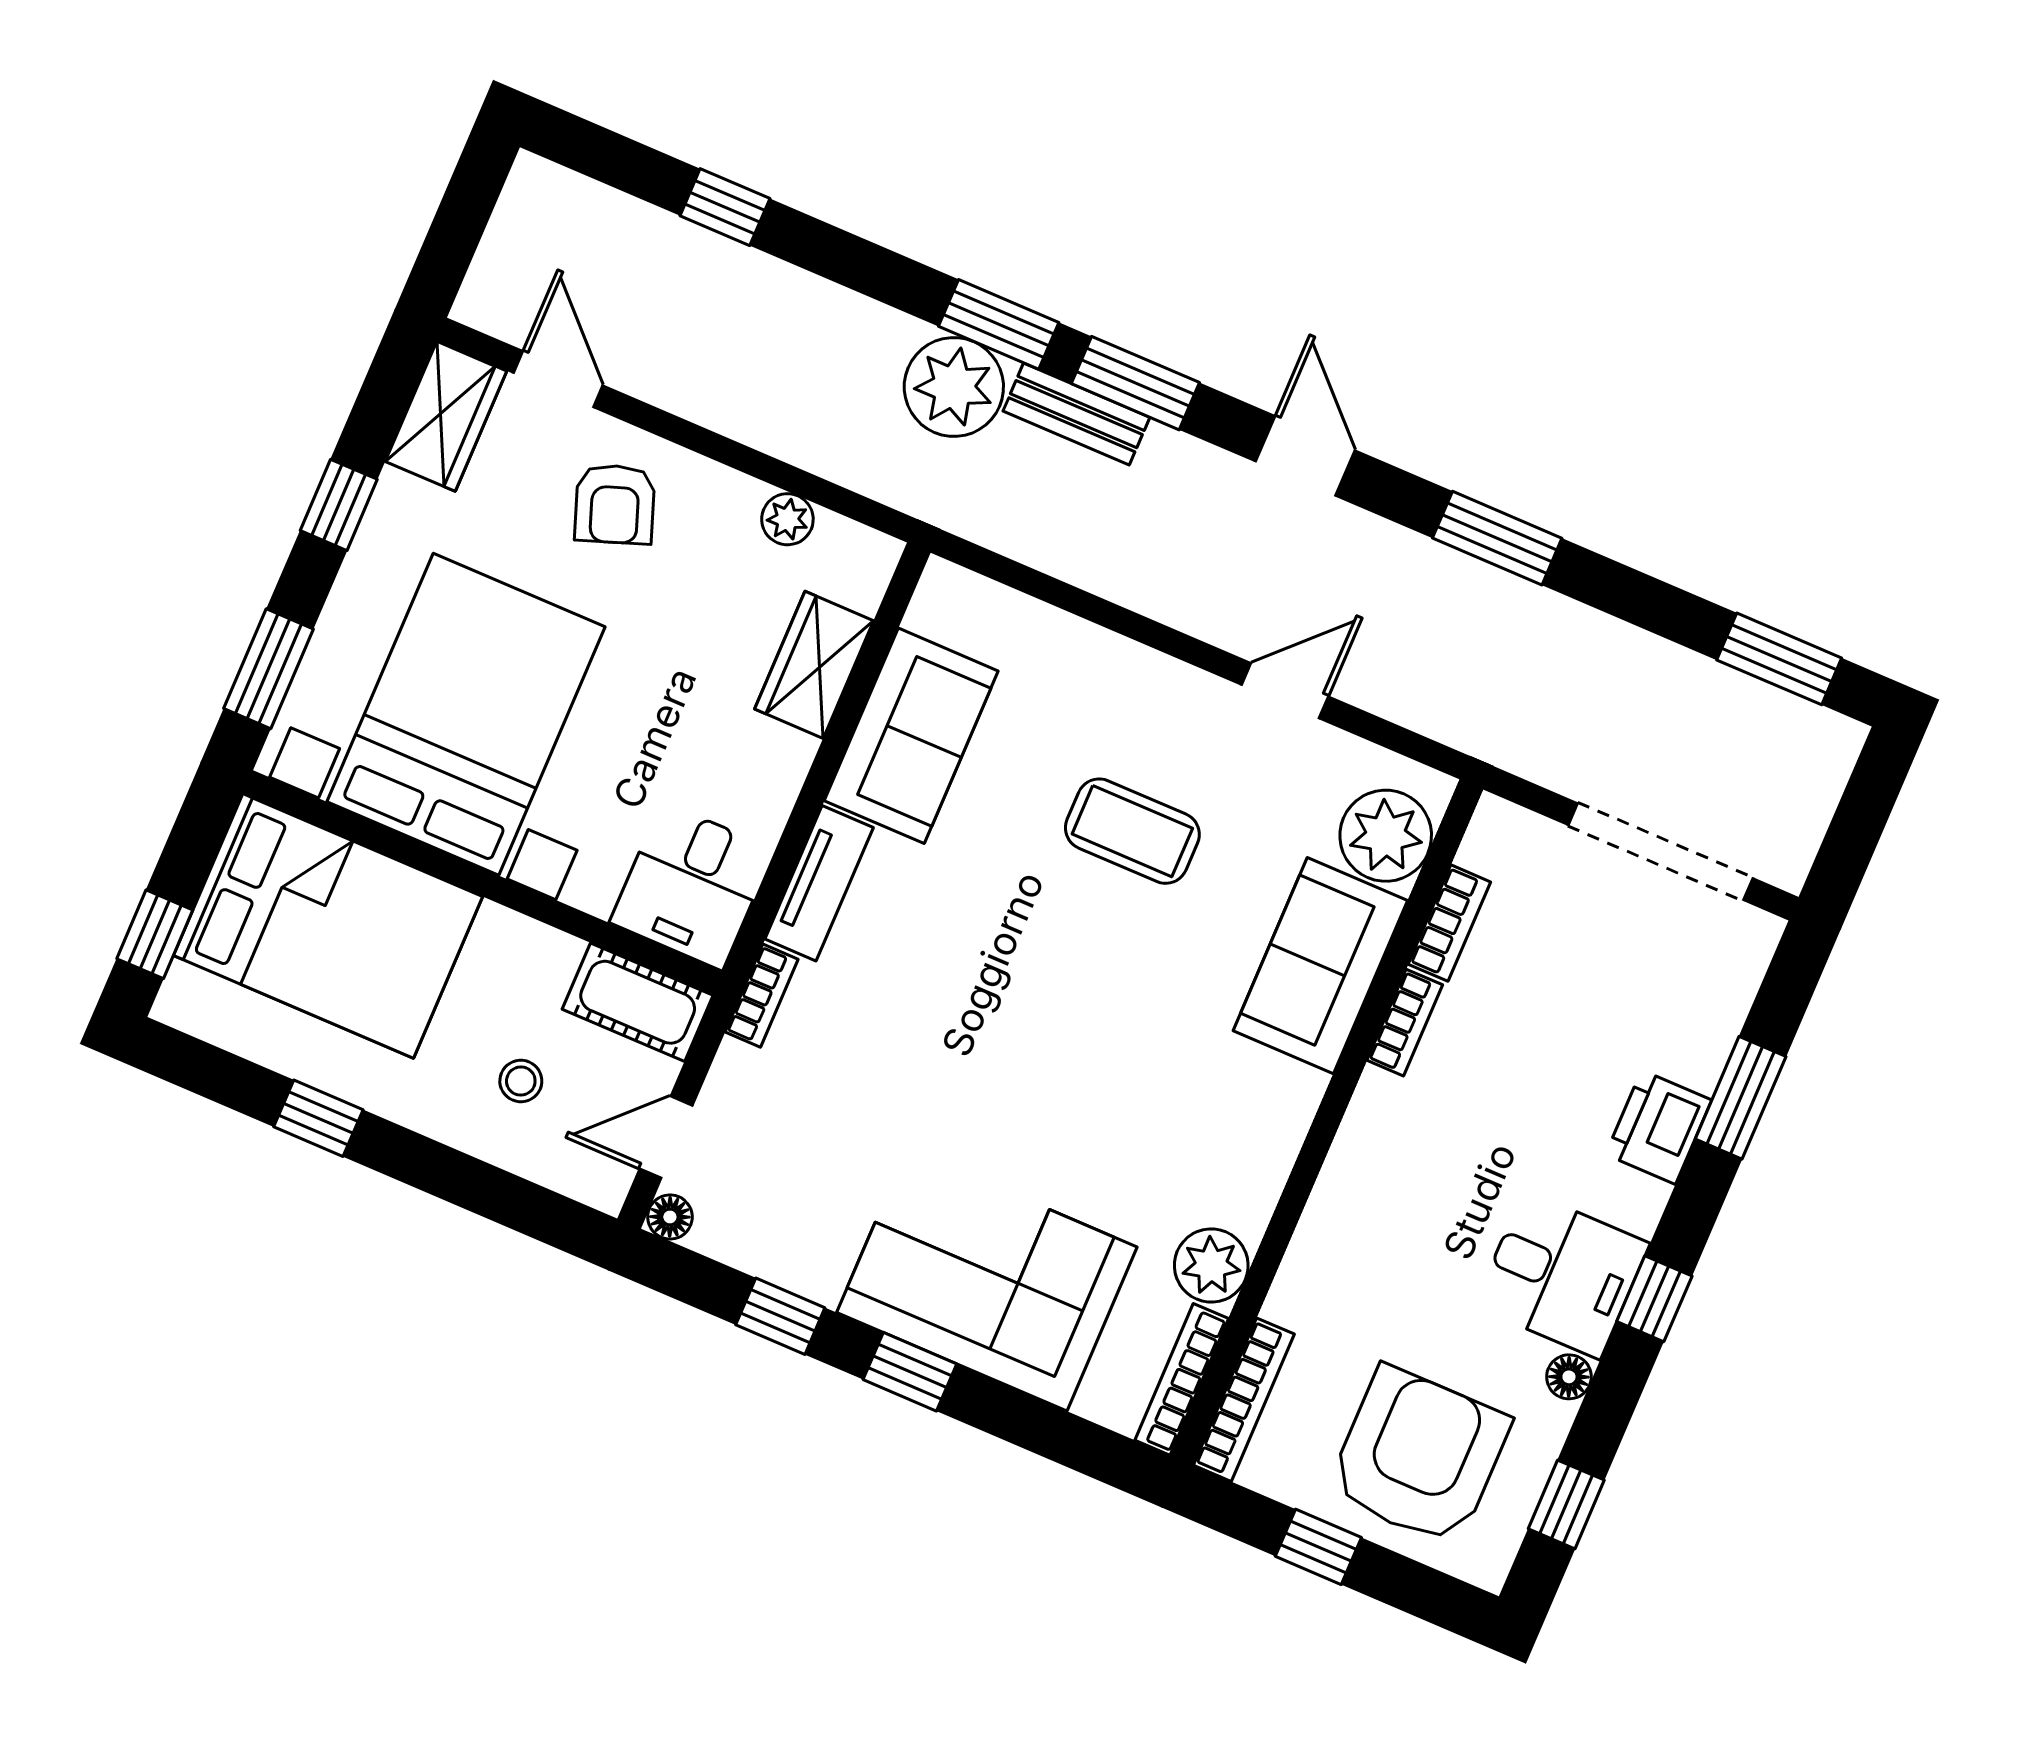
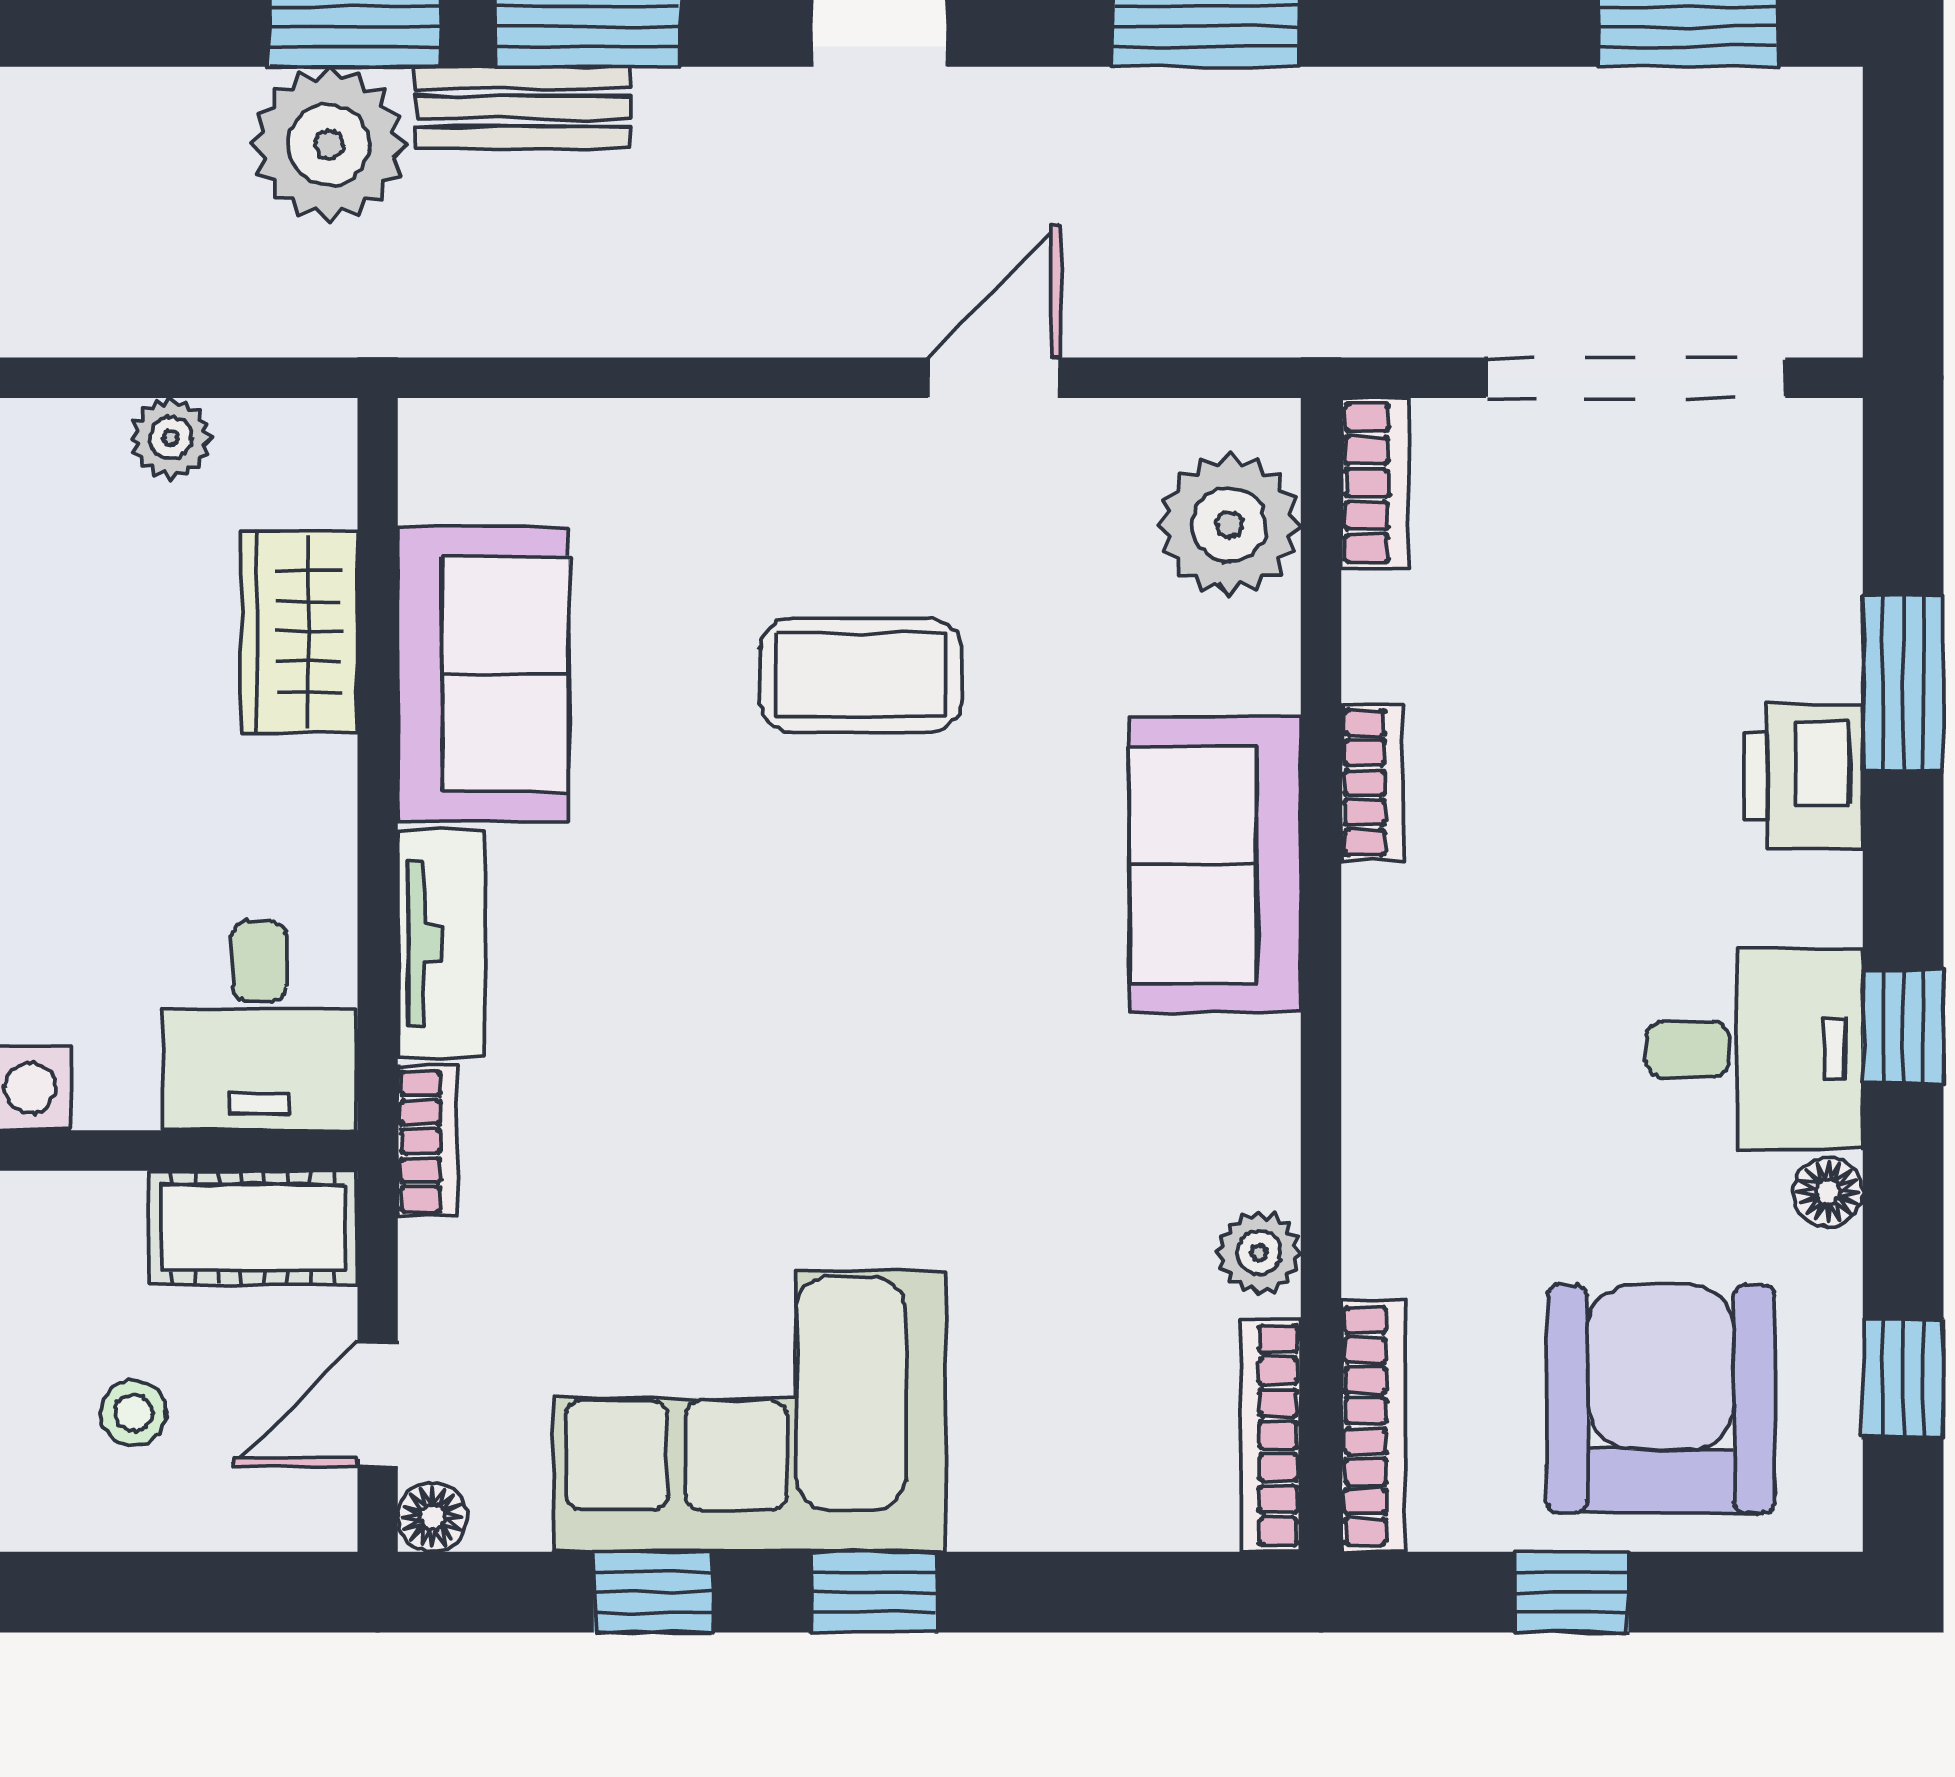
bookcase: (1449, 923) -> (1375, 483), moved
sofa: (1320, 966) -> (1215, 865), moved
plant: (1211, 1265) -> (1259, 1252), width x0.73, depth x0.73
corner sofa: (987, 1280) -> (749, 1412), moved

